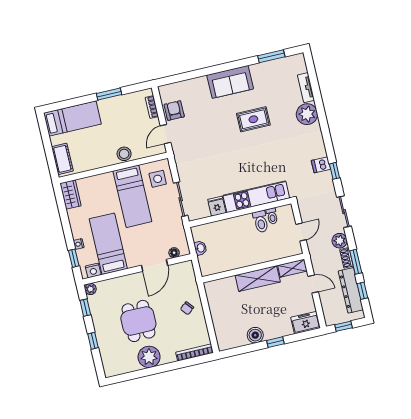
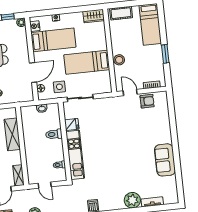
window: (271, 56) -> (179, 179), removed
sofa: (230, 82) -> (165, 160), moved
rug: (253, 119) -> (133, 160), removed
side table: (158, 179) -> (59, 87), moved
toilet: (261, 221) -> (54, 134), moved
window: (74, 258) -> (46, 13), removed
door: (155, 265) -> (33, 72), swing flipped
shelving: (258, 279) -> (12, 134), moved

